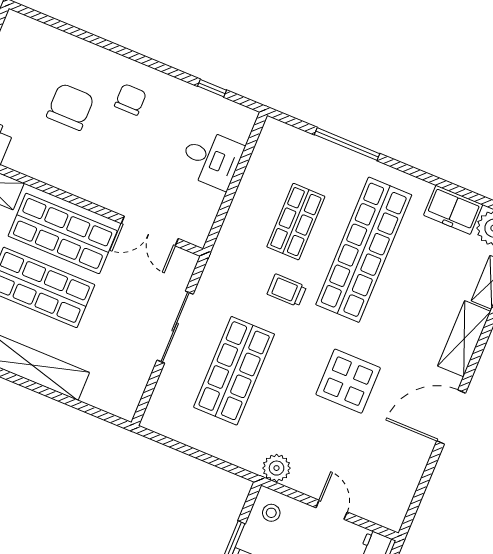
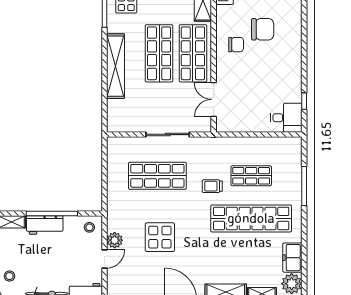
chair: (130, 99) -> (236, 45), moved
desk: (211, 159) -> (286, 118), moved, turned -90
trolley: (287, 290) -> (212, 186), turned -90
display table: (348, 381) -> (160, 237), moved
plant: (277, 468) -> (115, 240), moved

